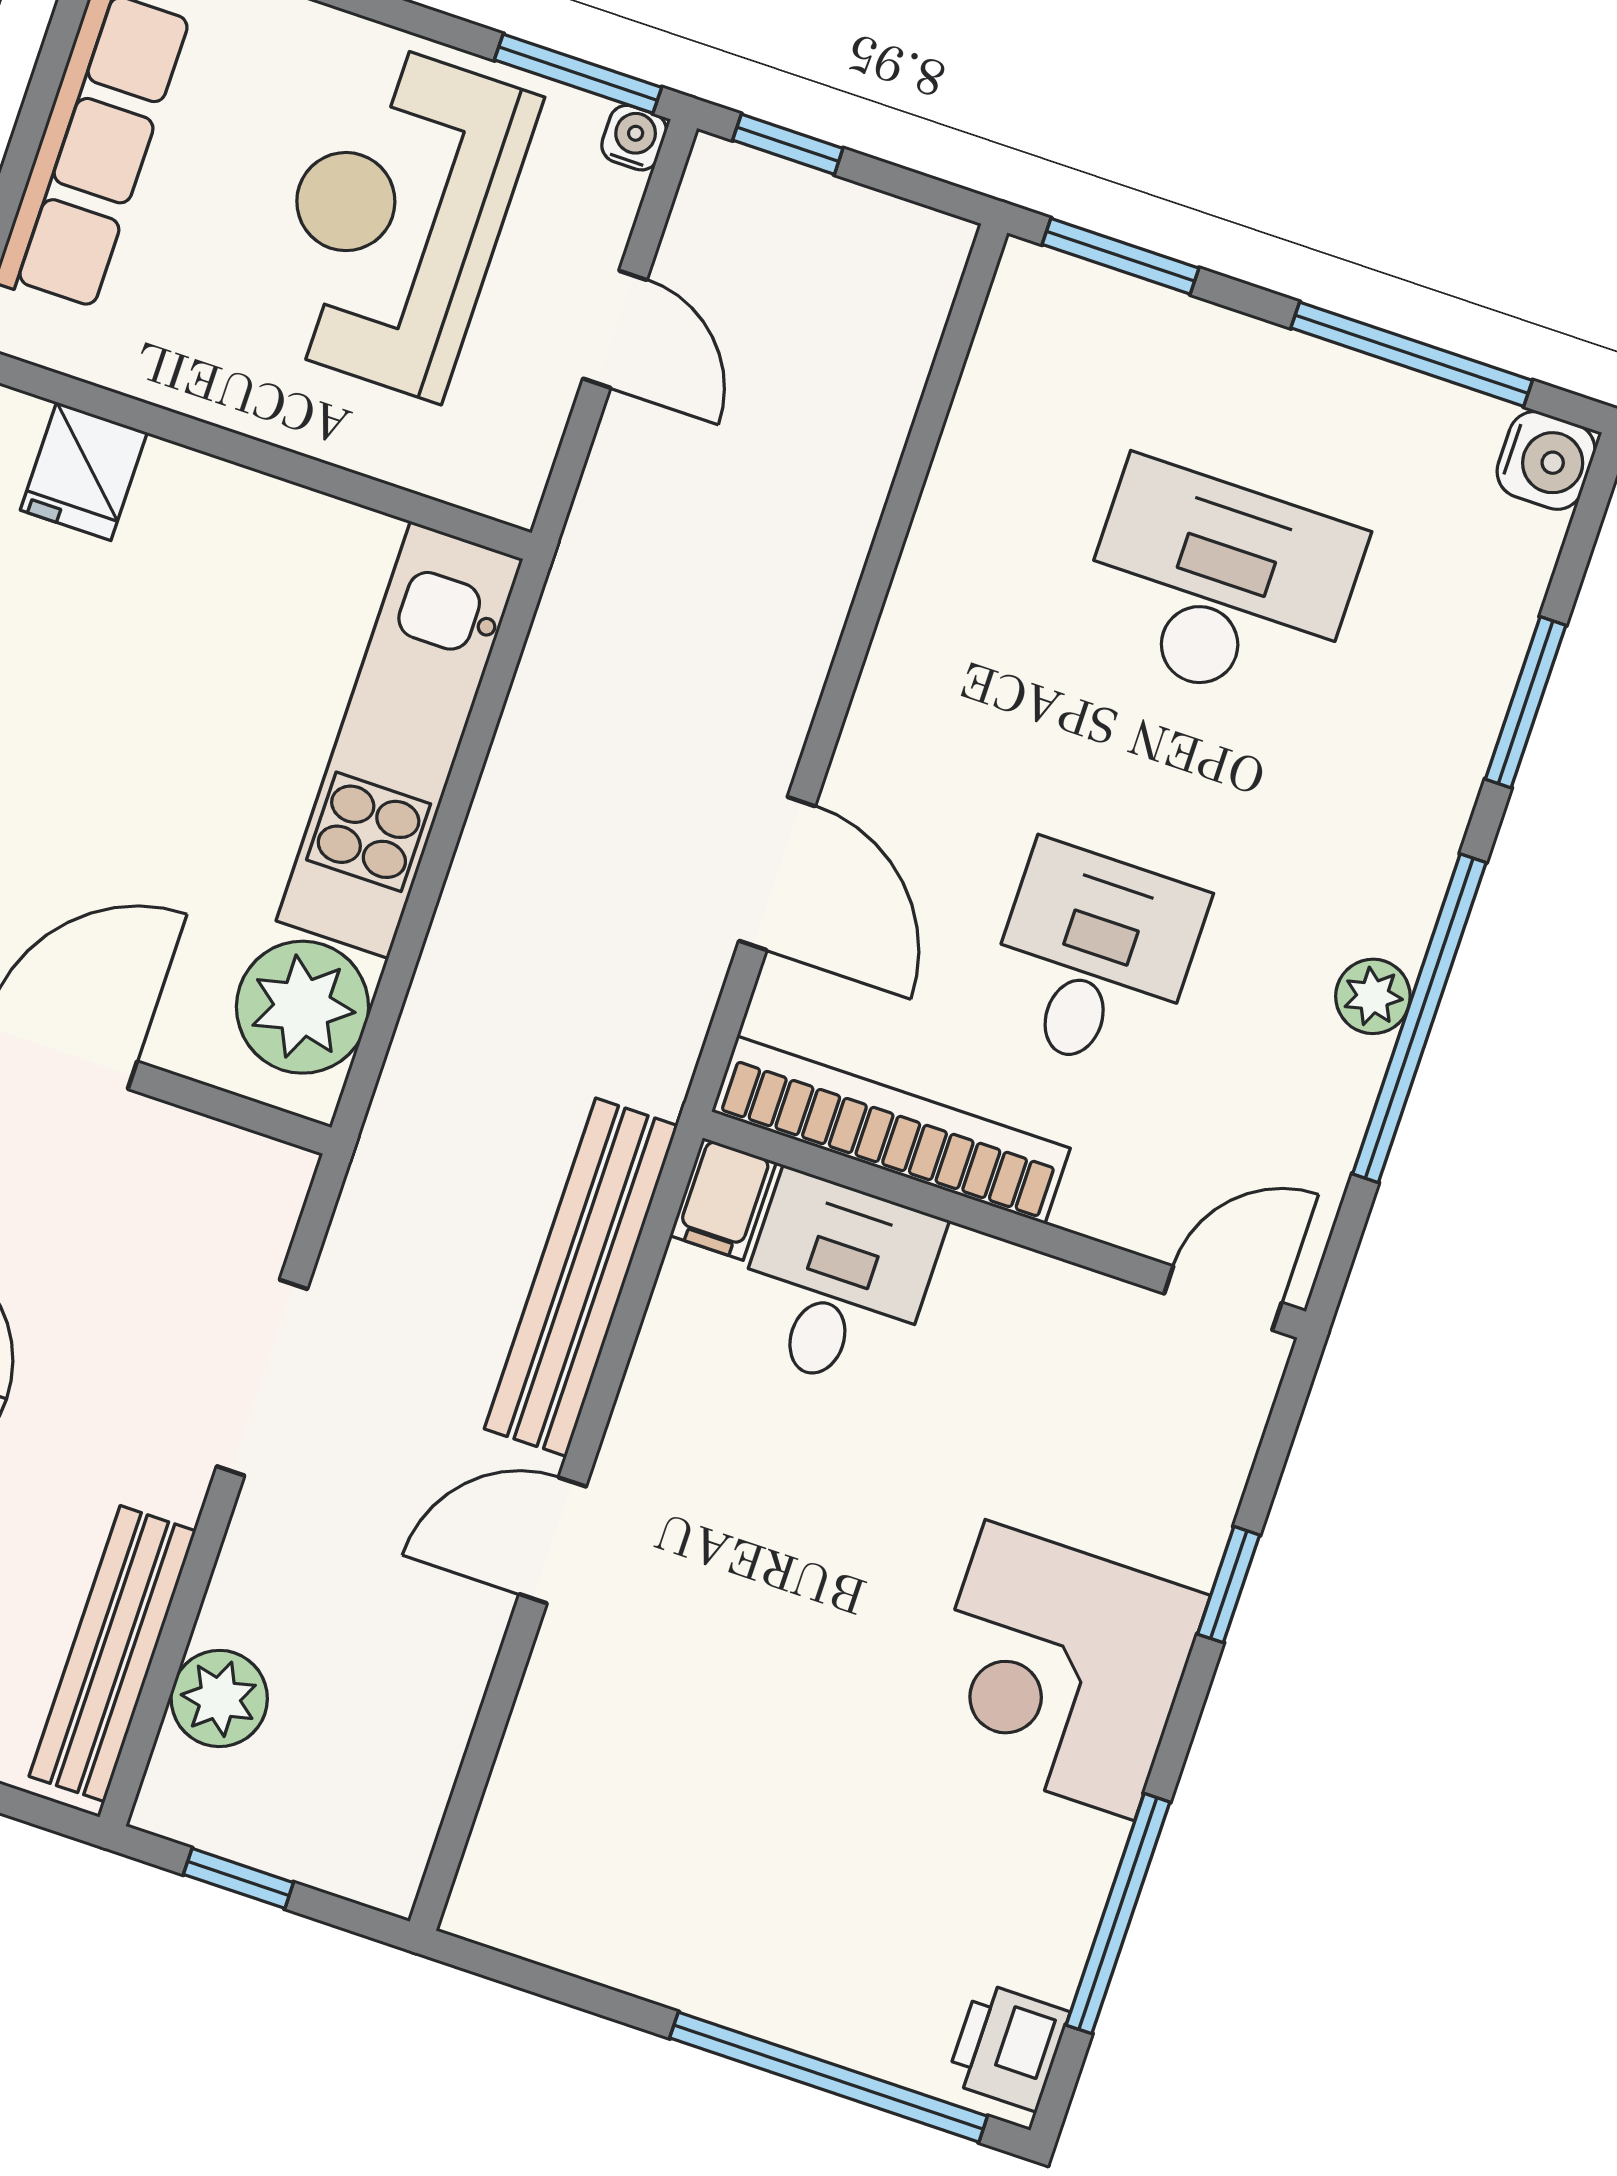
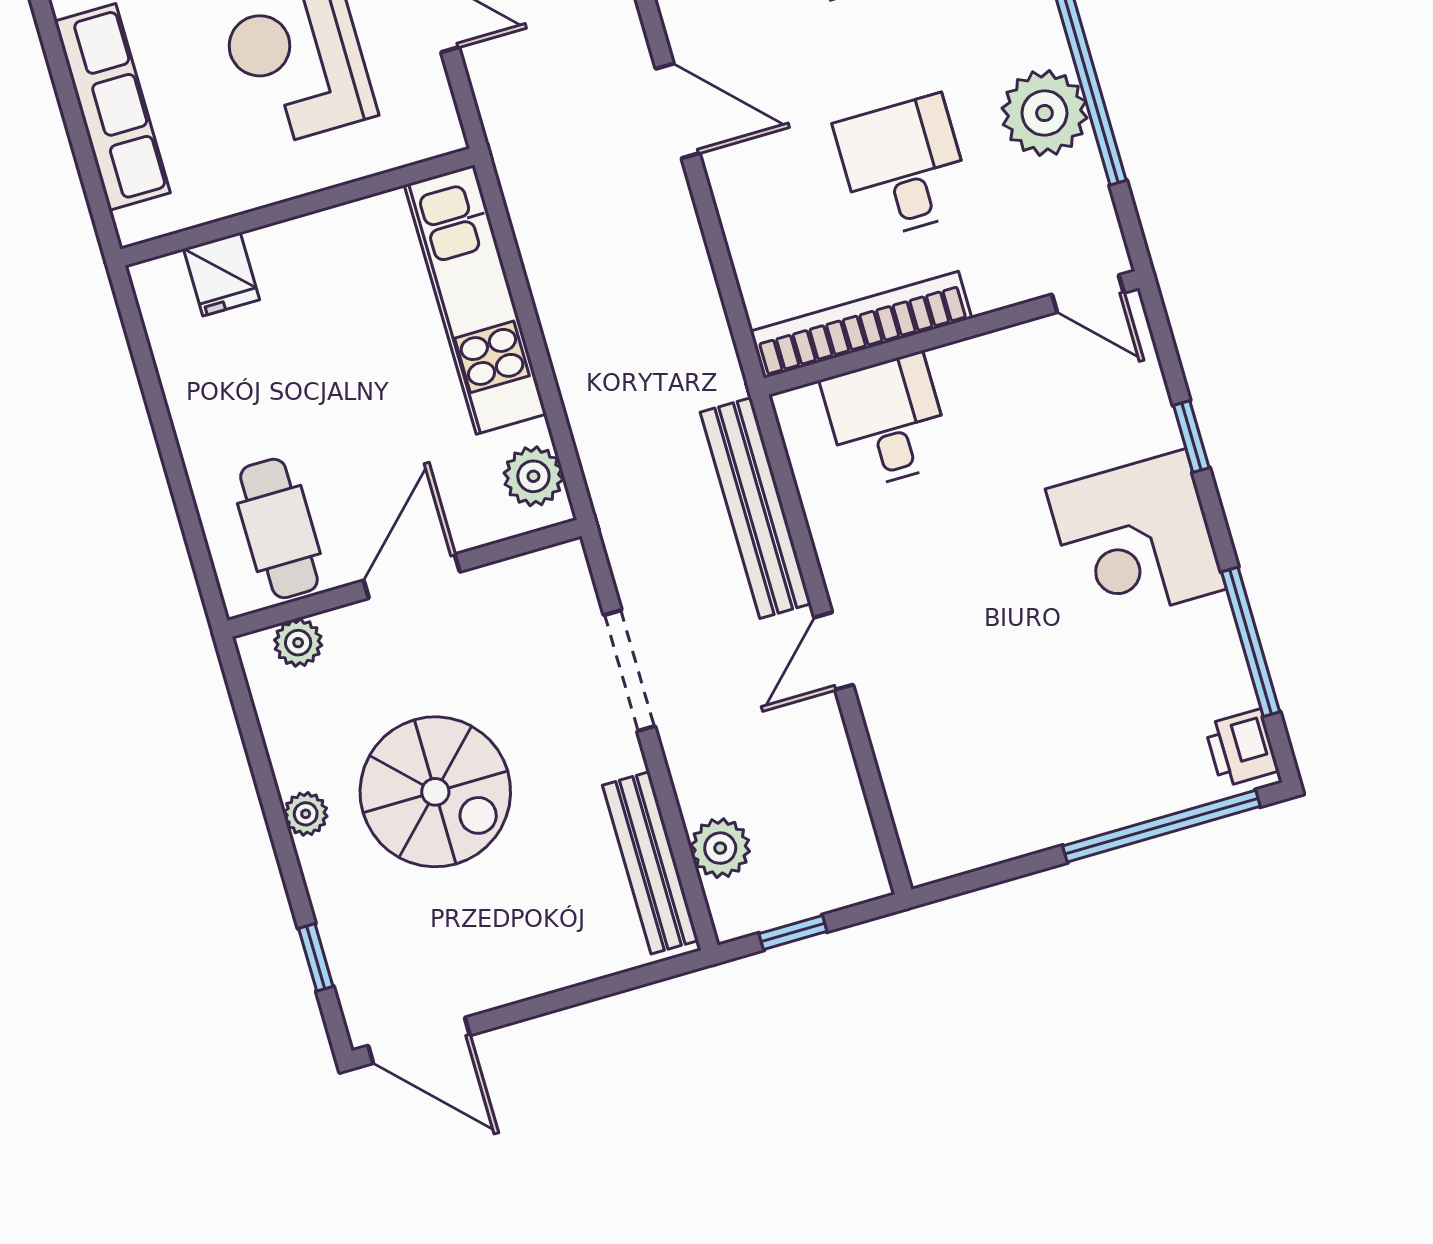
door: (777, 874) -> (678, 111), moved
plant: (1373, 996) -> (1044, 113), width x1.87, depth x1.87
plant: (303, 1007) -> (533, 476), width x0.73, depth x0.73
filing cabinet: (723, 1199) -> (800, 419), removed
door: (1223, 1298) -> (1088, 294), swing flipped

